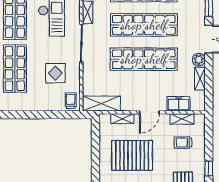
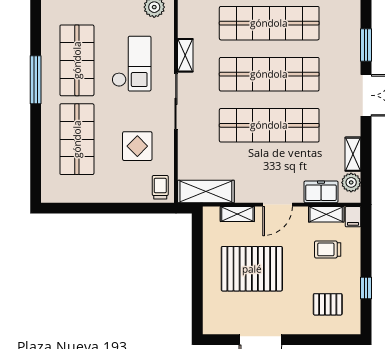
plant: (199, 60) -> (351, 182), moved
filing cabinet: (200, 120) -> (353, 217), added

